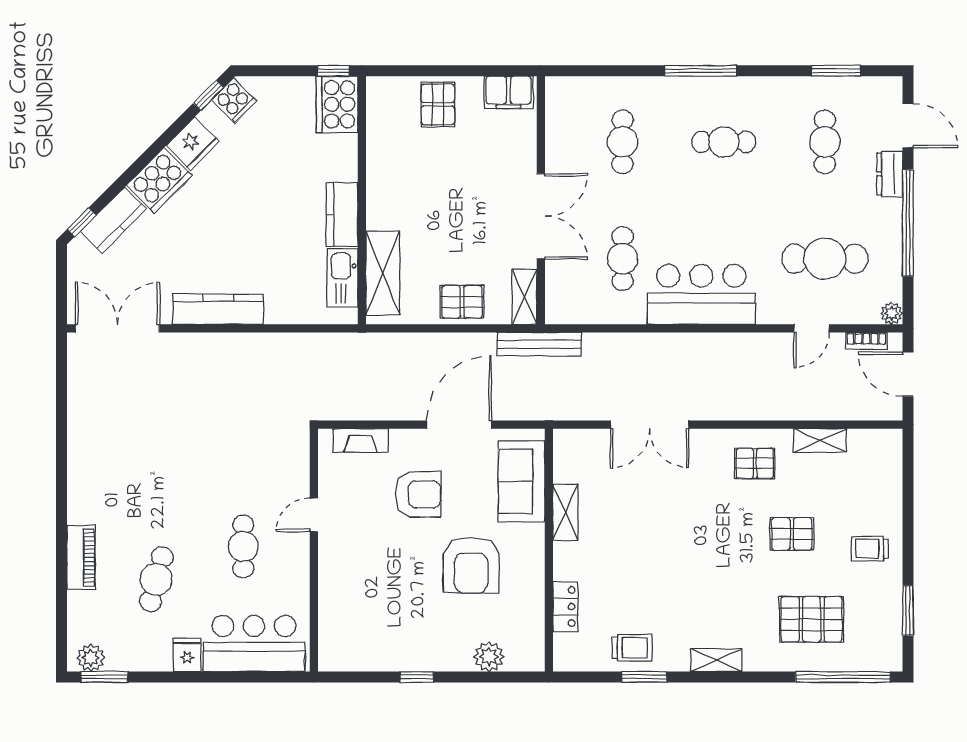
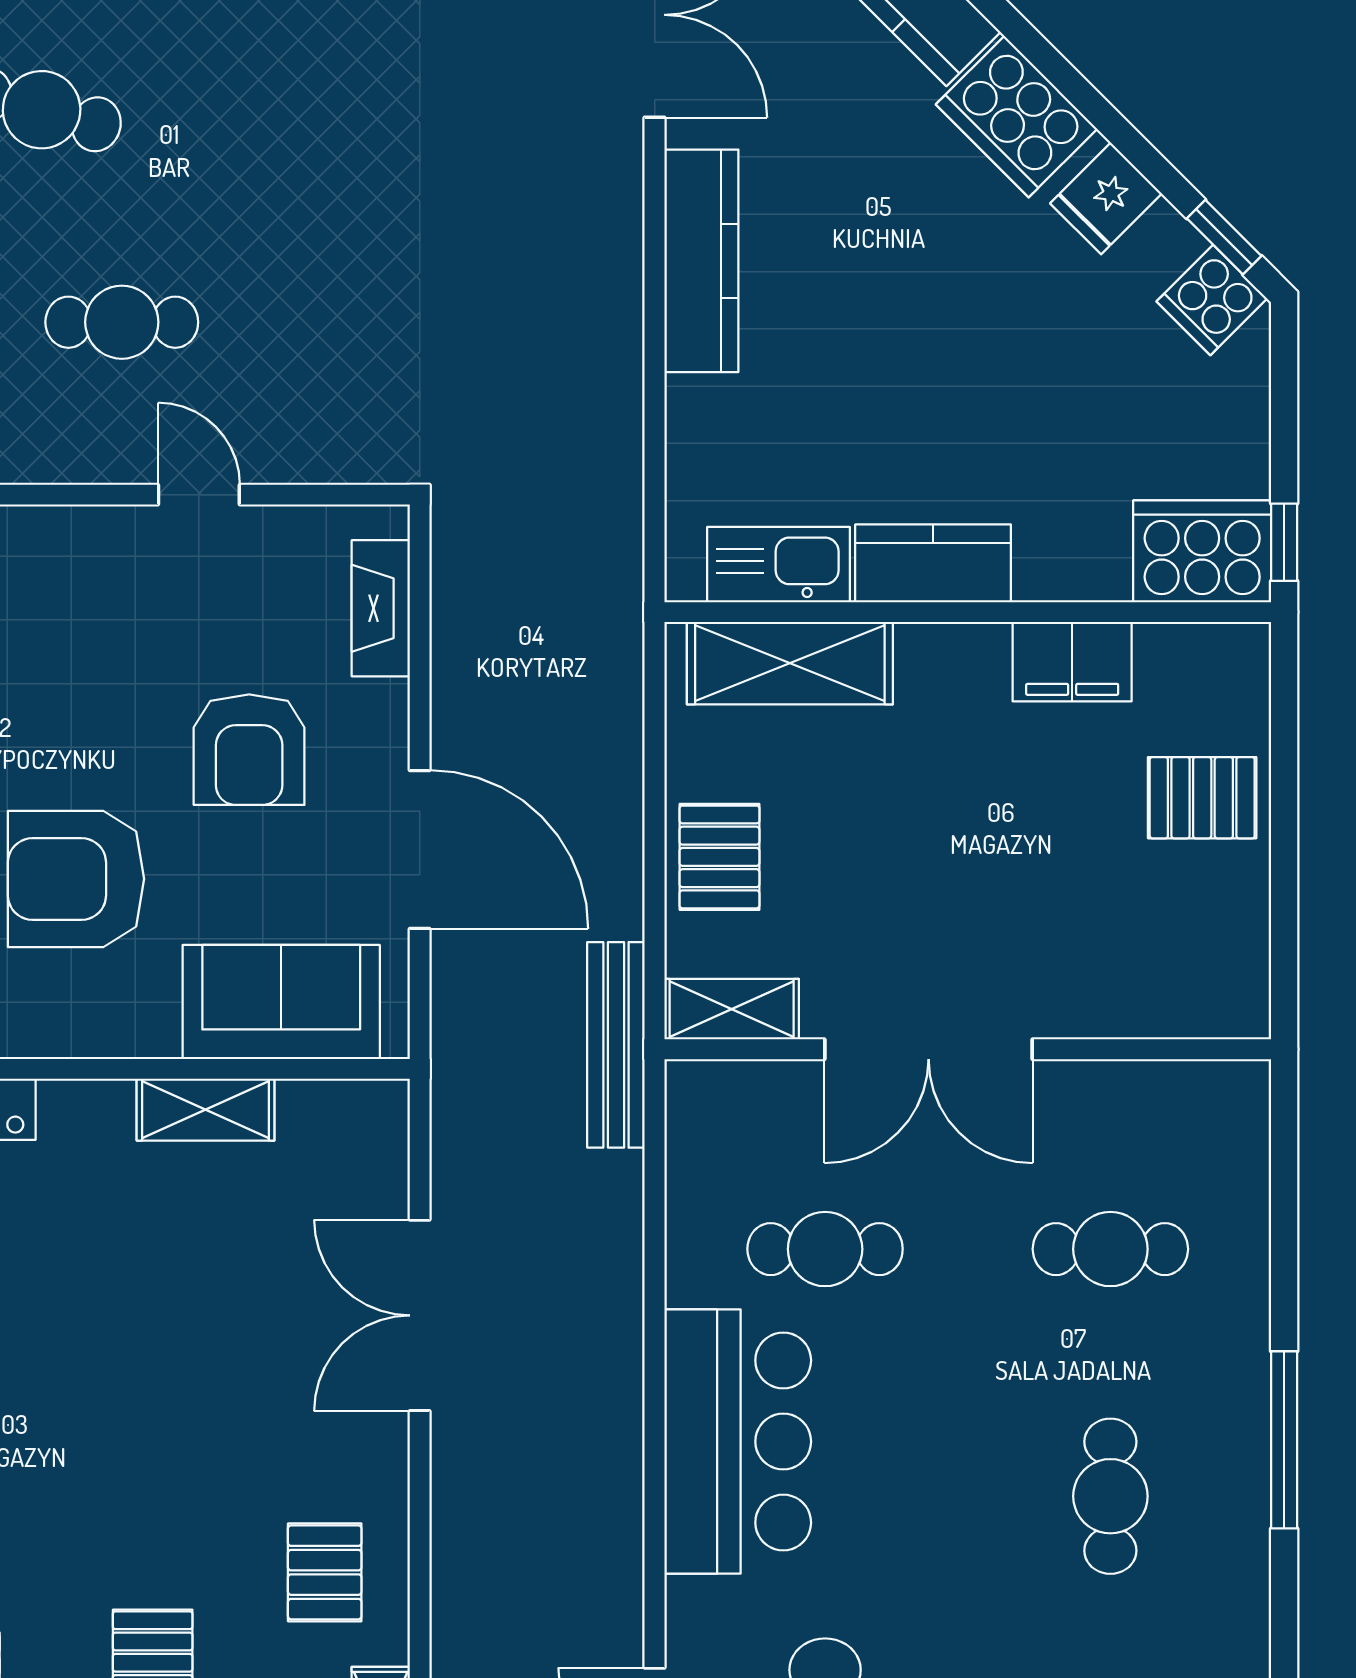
filing cabinet: (509, 92) -> (1072, 662), moved, turned -90
fridge: (193, 144) -> (1106, 198), width x0.72

